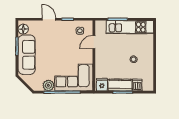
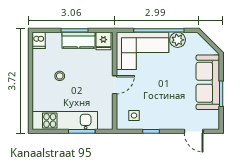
door: (49, 19) -> (194, 131), moved
floor lamp: (23, 29) -> (212, 118), removed
door: (94, 42) -> (115, 85), moved
dishwasher: (137, 85) -> (39, 40), moved

